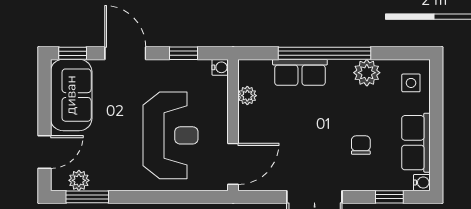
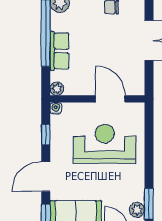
plant: (247, 96) -> (57, 89), moved
door: (233, 164) -> (110, 99), moved

